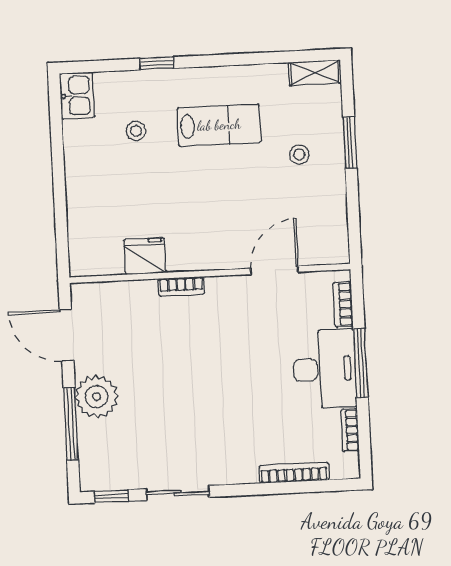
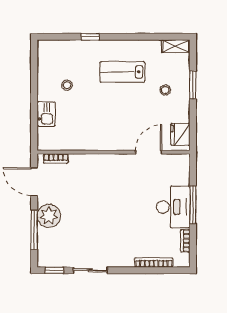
kitchen sink: (77, 96) -> (46, 114), moved
lab bench: (219, 125) -> (122, 72), turned 180
stool: (136, 131) -> (67, 85), moved
fridge: (145, 256) -> (180, 134), moved, turned -90
bookcase: (181, 287) -> (56, 158), moved
bookcase: (343, 304) -> (185, 172), removed

